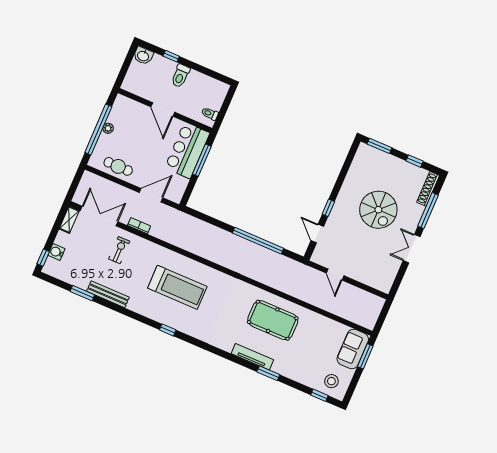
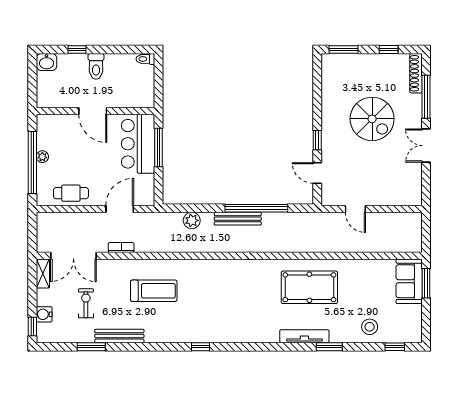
toilet: (210, 114) -> (145, 59), moved
double door: (99, 216) -> (73, 256), swing flipped
plant: (203, 228) -> (192, 220), added
bench: (240, 242) -> (238, 219), added
exercise bike: (119, 250) -> (86, 303), moved
treadmill: (177, 287) -> (154, 291), moved, width x0.73, depth x0.73
stool: (331, 381) -> (370, 327), moved

